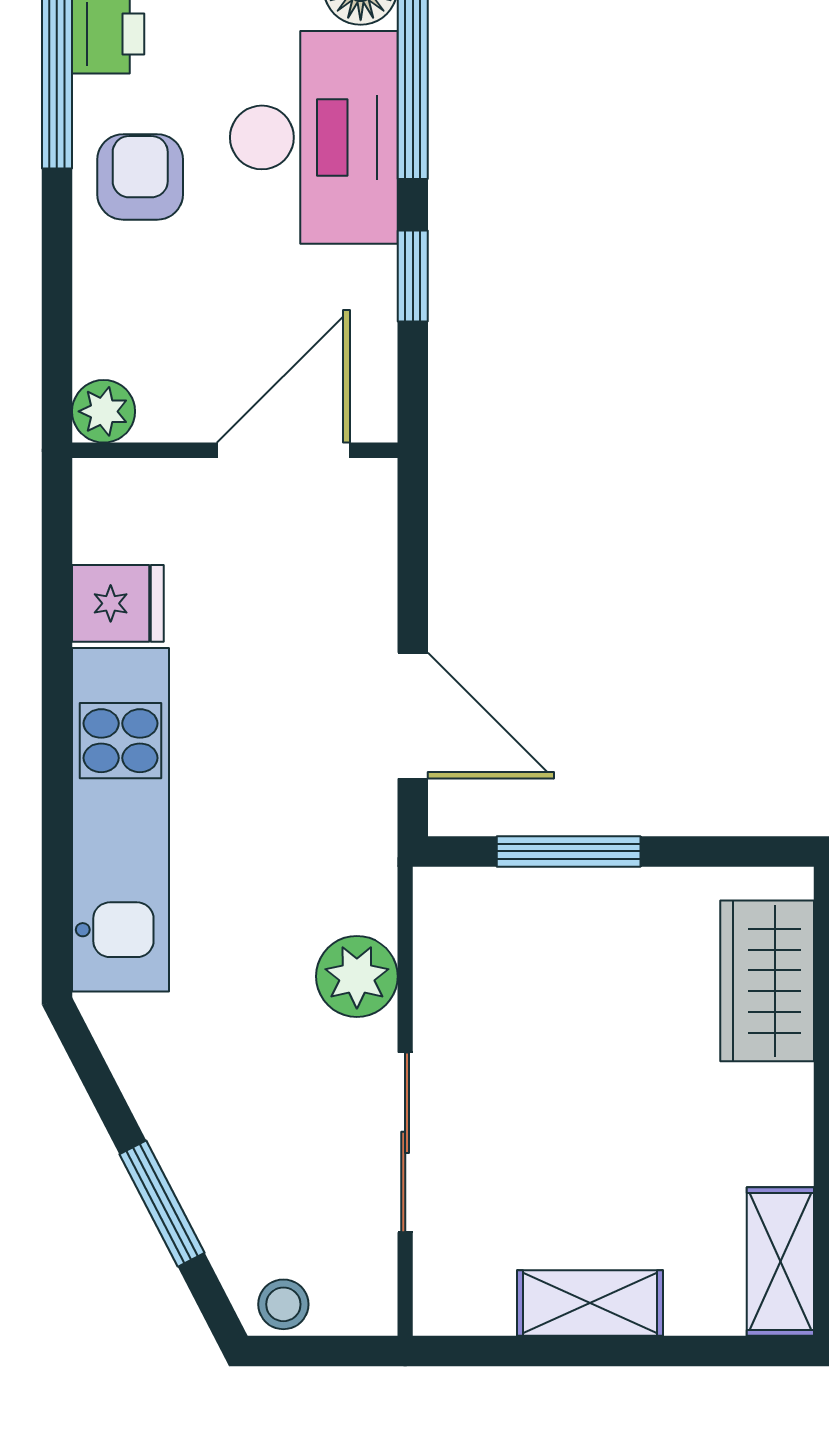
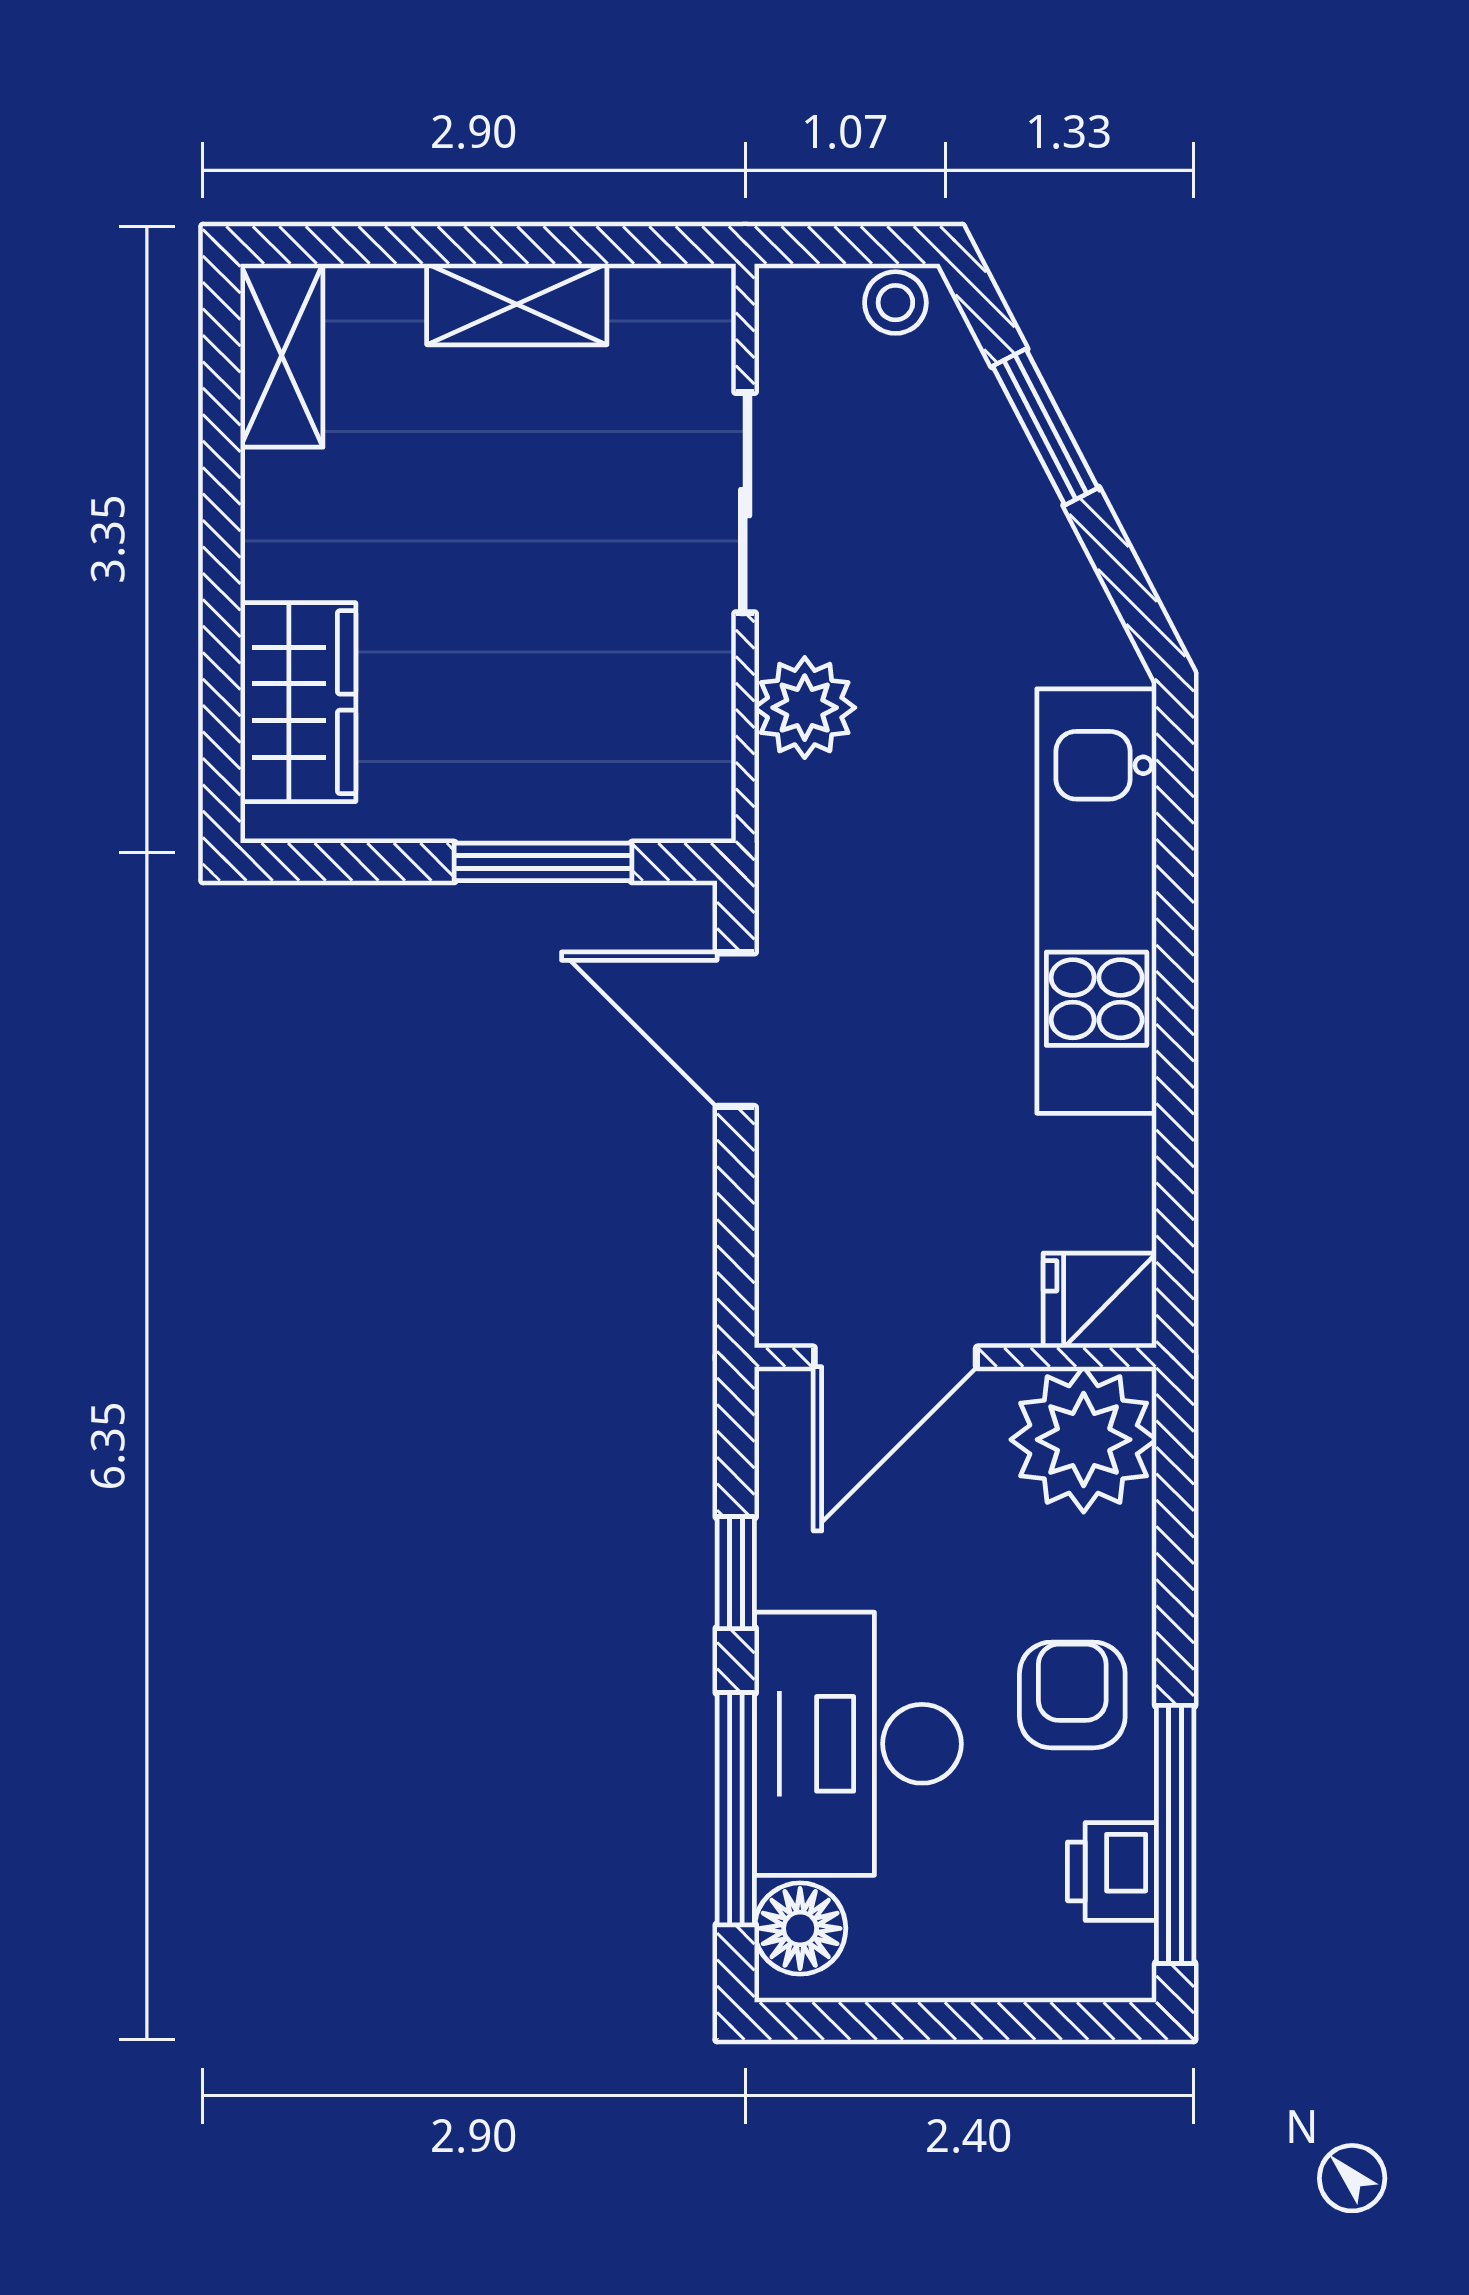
armchair: (140, 177) -> (1072, 1695), turned 180
plant: (104, 411) -> (1084, 1440), width x1.88, depth x1.88
fridge: (118, 603) -> (1100, 1301), moved

